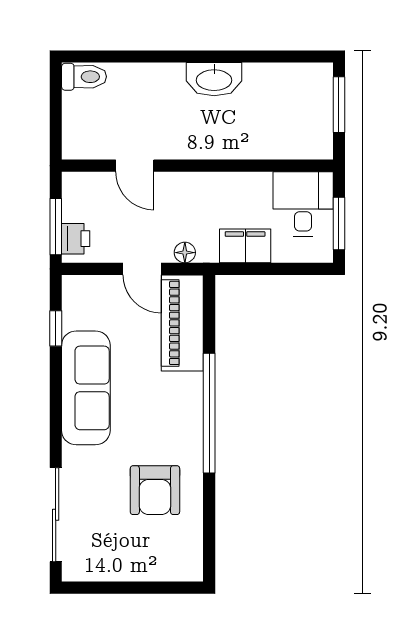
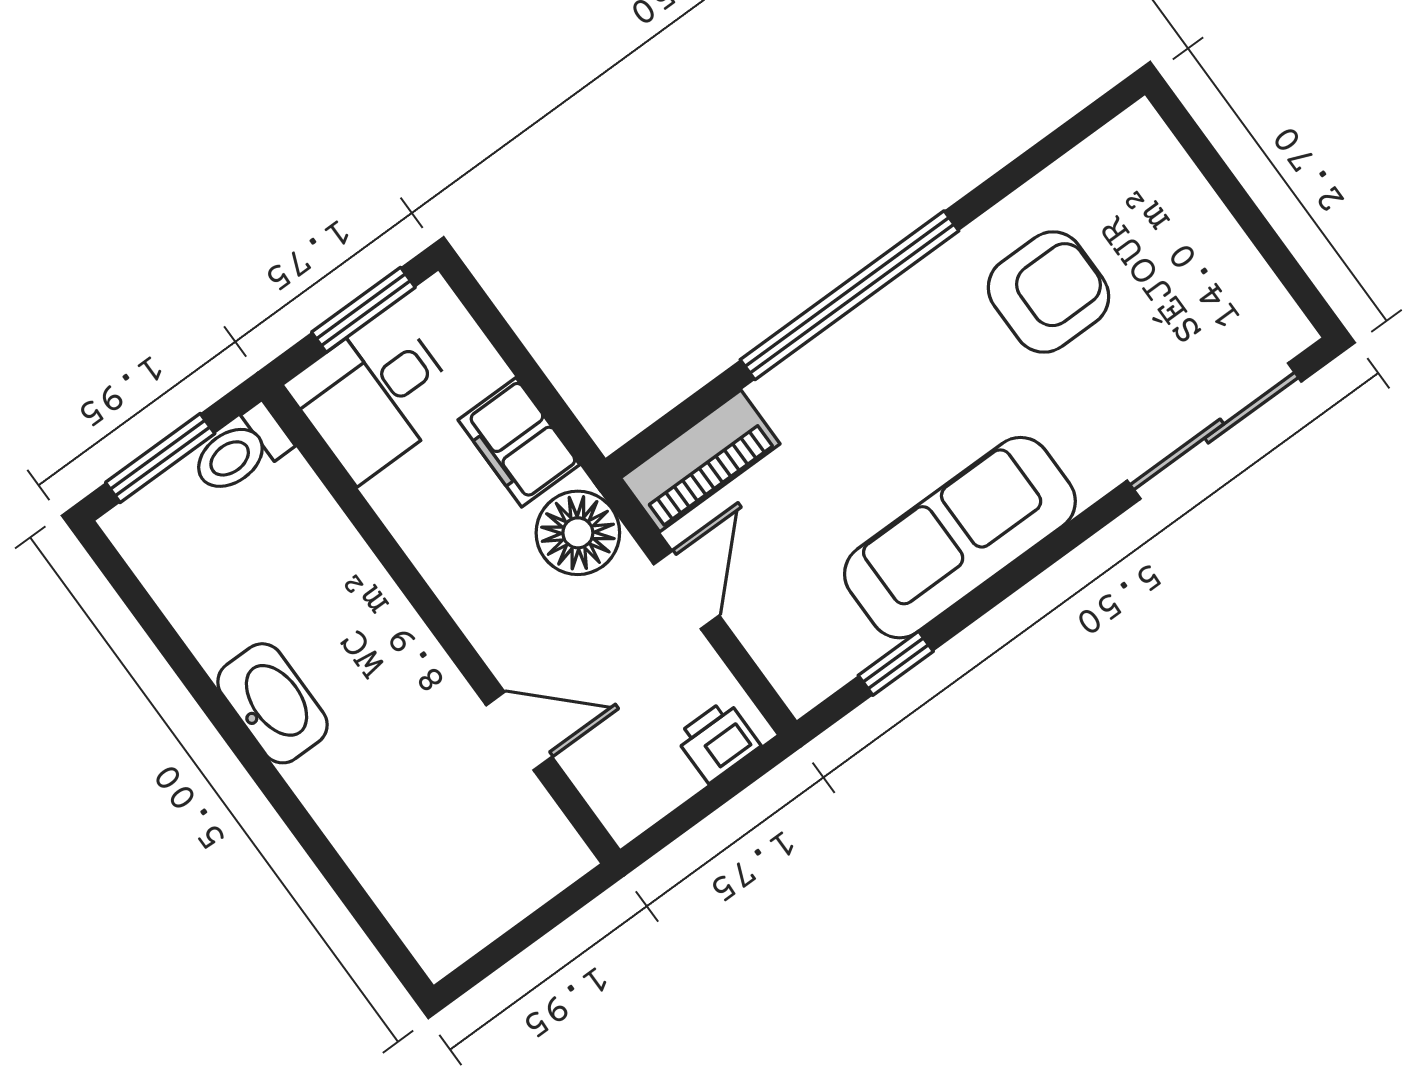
toilet: (84, 77) -> (240, 451), moved, turned -90
door: (135, 166) -> (519, 731), hinge flipped
window: (56, 227) -> (722, 790), removed
floor lamp: (185, 253) -> (578, 533), width x1.89, depth x1.89
piano: (182, 323) -> (700, 461), width x0.73, depth x0.75

